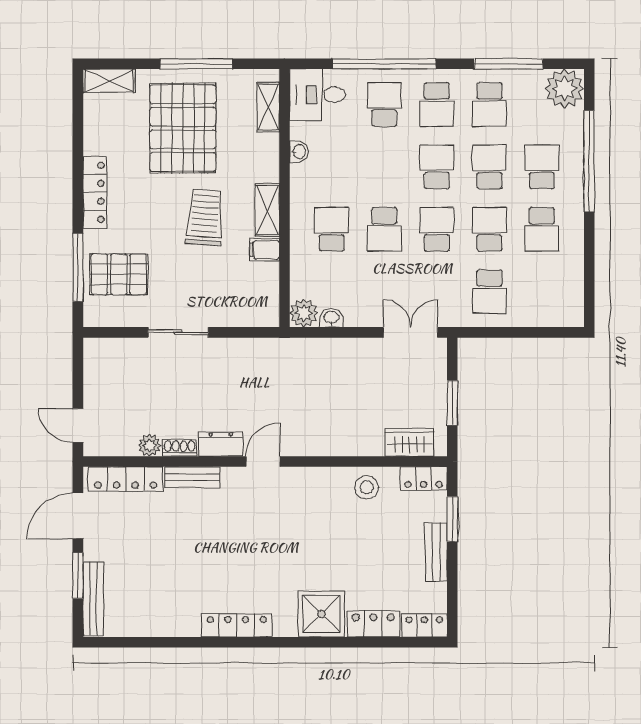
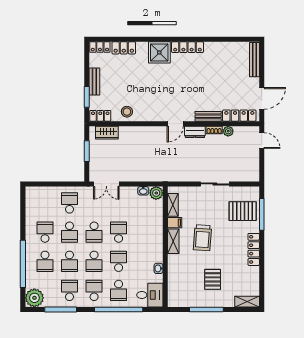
shelving: (268, 107) -> (173, 205), moved
pallet: (183, 128) -> (213, 279), width x0.49, depth x0.50
school desk: (332, 229) -> (119, 261), moved, turned 180
window: (78, 575) -> (262, 70), removed
shower: (321, 614) -> (159, 52), moved

